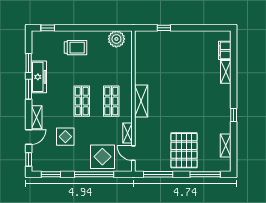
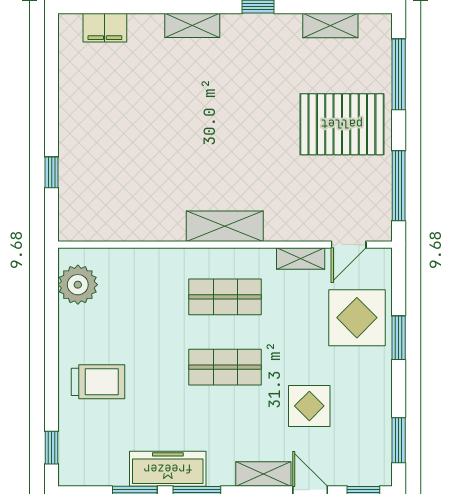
trolley: (75, 48) -> (98, 382), turned 90
shelving: (226, 72) -> (192, 25), moved
window: (94, 174) -> (399, 338), width x0.47

